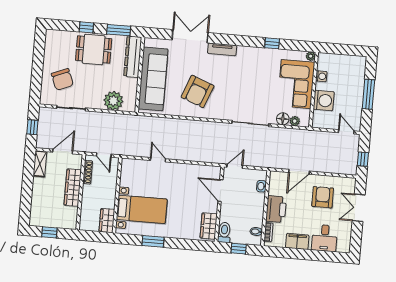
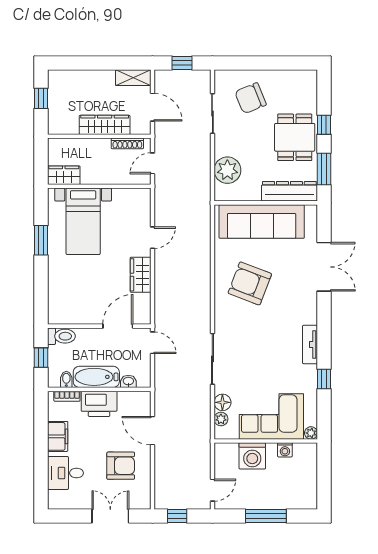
tv unit: (222, 49) -> (310, 344), moved
bathtub: (256, 209) -> (96, 377), added
wardrobe: (209, 226) -> (141, 275), moved, turned -90

